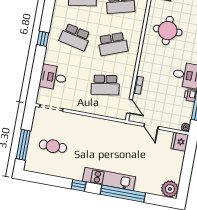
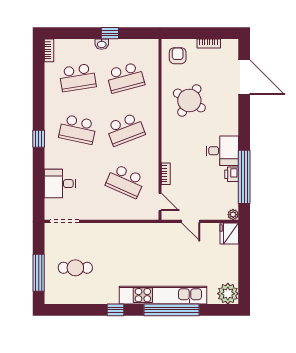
round table: (168, 31) -> (189, 100), turned 32
school desk: (105, 85) -> (125, 181), turned 33
kitchen unit: (109, 179) -> (163, 295), width x1.36

